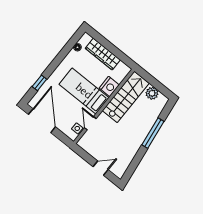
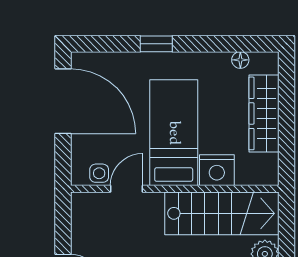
window: (39, 83) -> (156, 44), moved
door: (42, 121) -> (63, 101), hinge flipped

